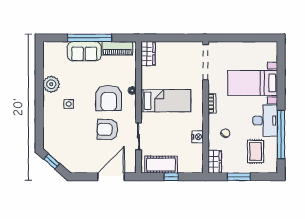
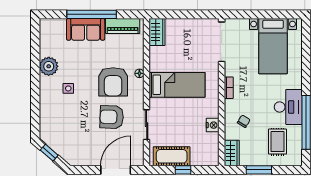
bed with nightstands: (253, 83) -> (273, 46), moved, turned -90

